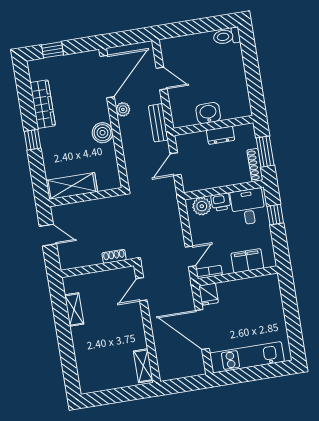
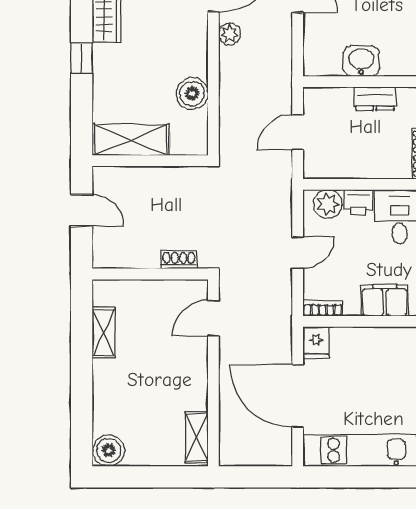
bench: (158, 123) -> (281, 64), removed
boiler: (102, 133) -> (192, 94), moved
door: (190, 256) -> (298, 253), moved
boiler: (89, 383) -> (109, 450), added

